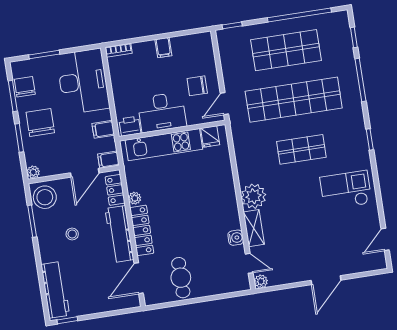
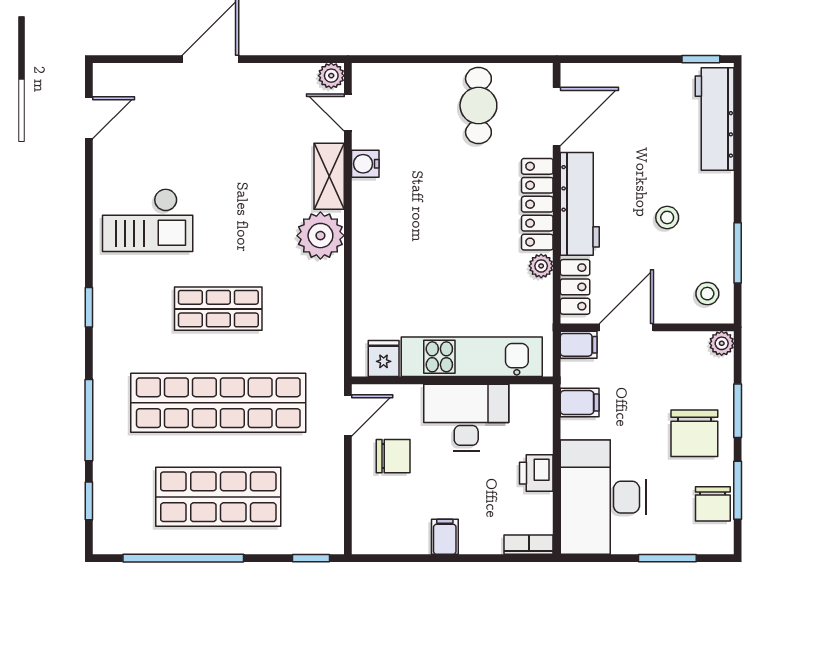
printer: (130, 126) -> (536, 473), moved, turned 90
stool: (45, 197) -> (707, 294), width x0.53, depth x0.53

